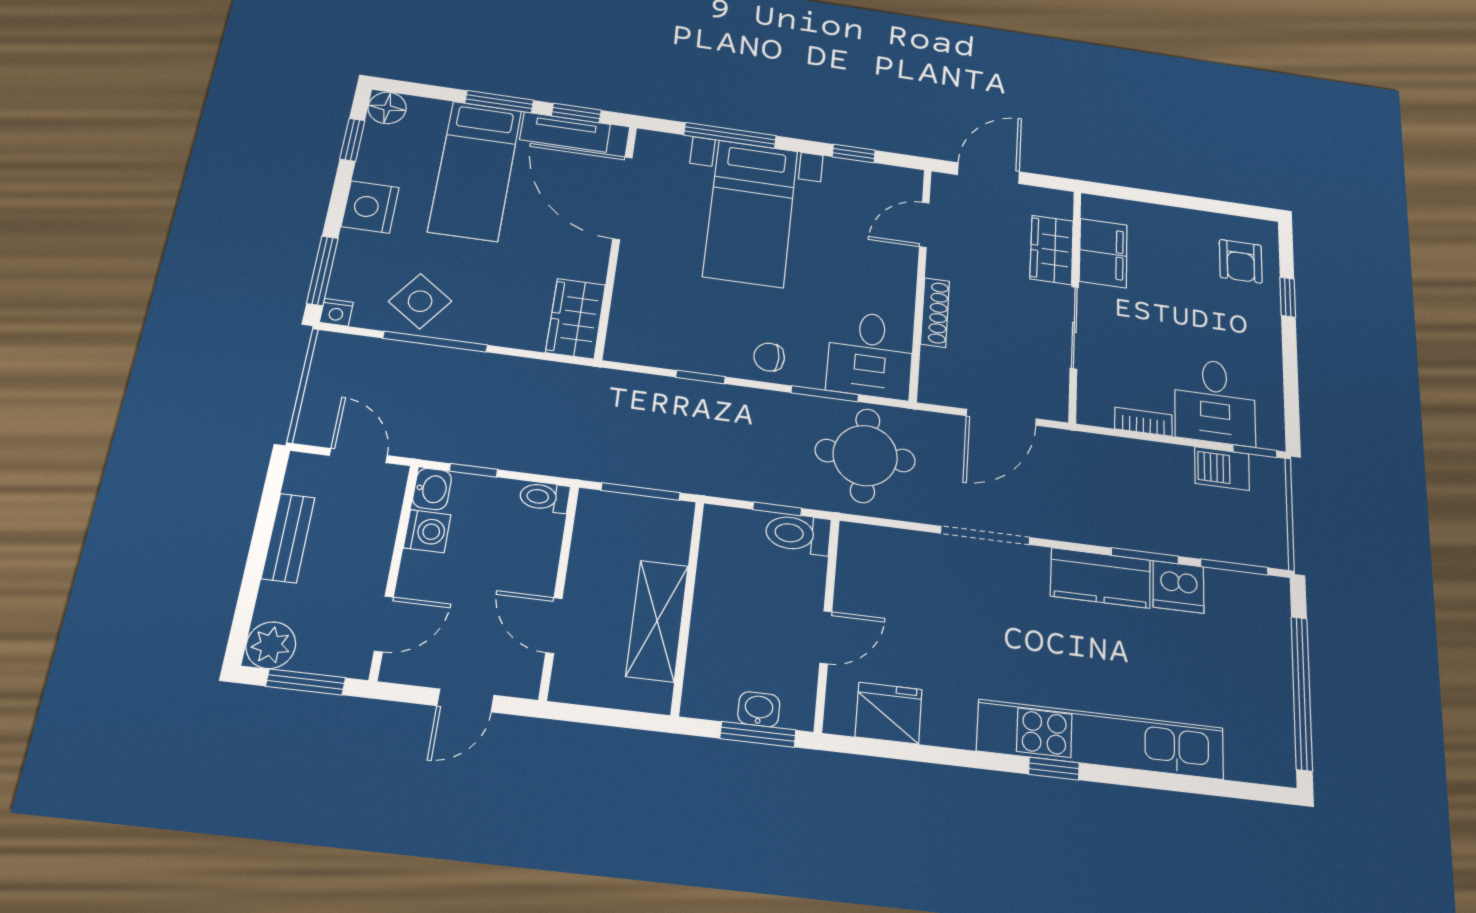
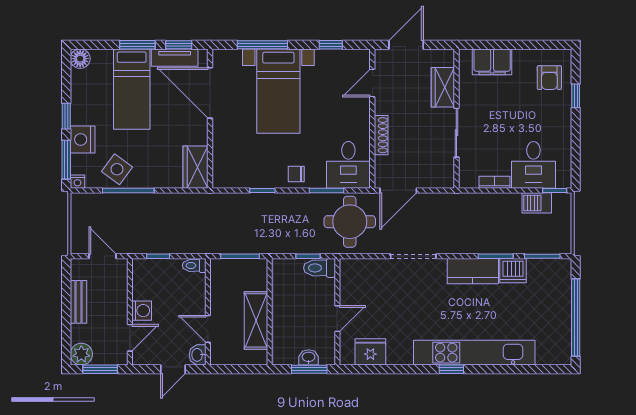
window: (352, 140) -> (66, 116), moved
nightstand: (370, 207) -> (83, 140), moved
filing cabinet: (1103, 253) -> (492, 62), moved, turned 90
door: (1001, 417) -> (398, 191), moved
washbasin: (432, 489) -> (198, 355), moved, turned 180
washing machine: (427, 531) -> (142, 311), moved

